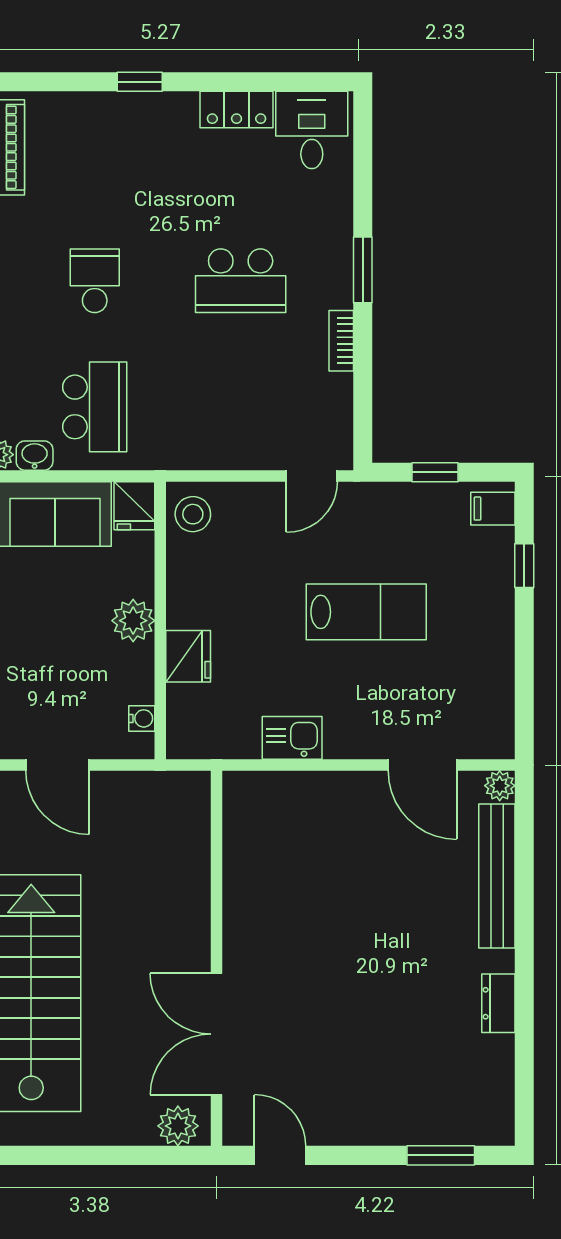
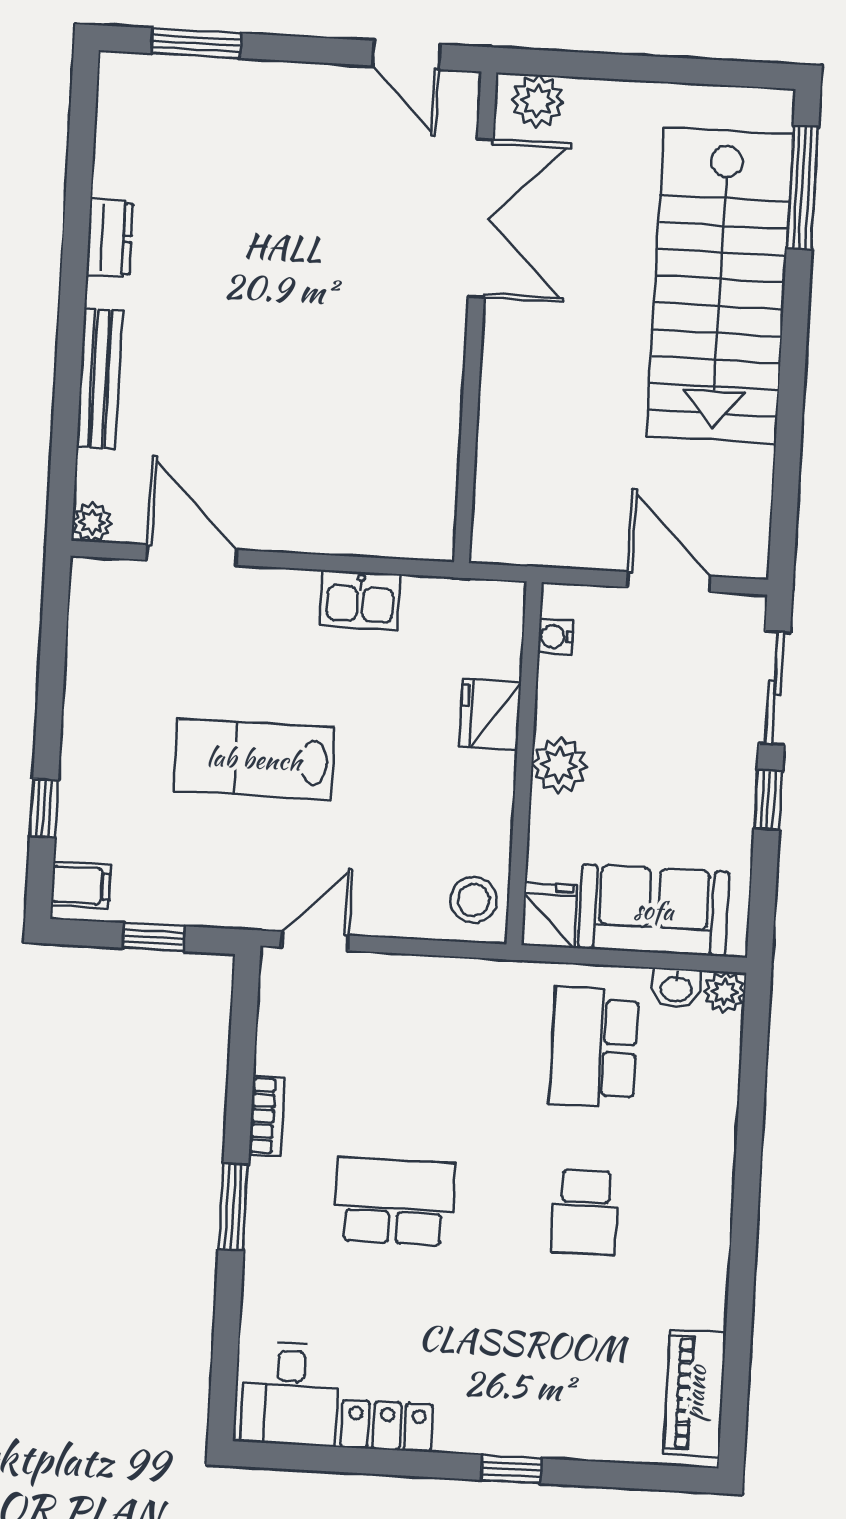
bench: (497, 876) -> (100, 379), width x0.73, depth x0.82

